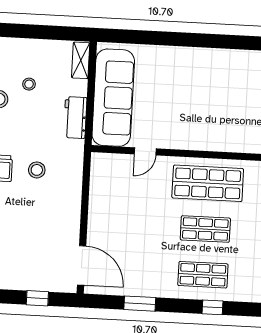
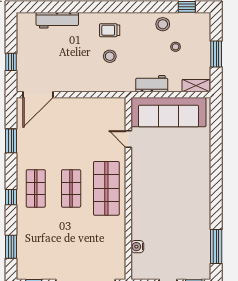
window: (41, 32) -> (216, 54), added

